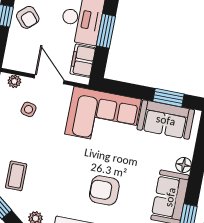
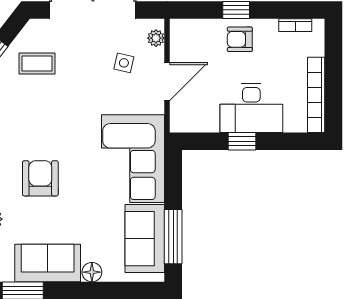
armchair: (28, 17) -> (240, 39), turned 42
window: (106, 31) -> (242, 141), width x0.67
filing cabinet: (83, 61) -> (199, 119), removed
window: (169, 98) -> (173, 237), width x1.44

